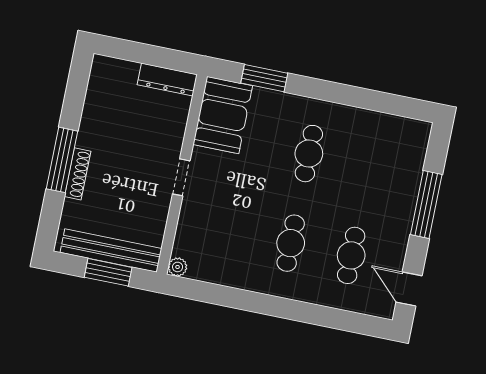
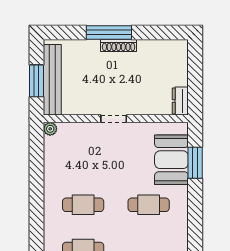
dresser: (167, 80) -> (180, 101), width x0.70
booth: (223, 115) -> (171, 160), moved, turned 90
shoe rack: (78, 174) -> (119, 45), moved

